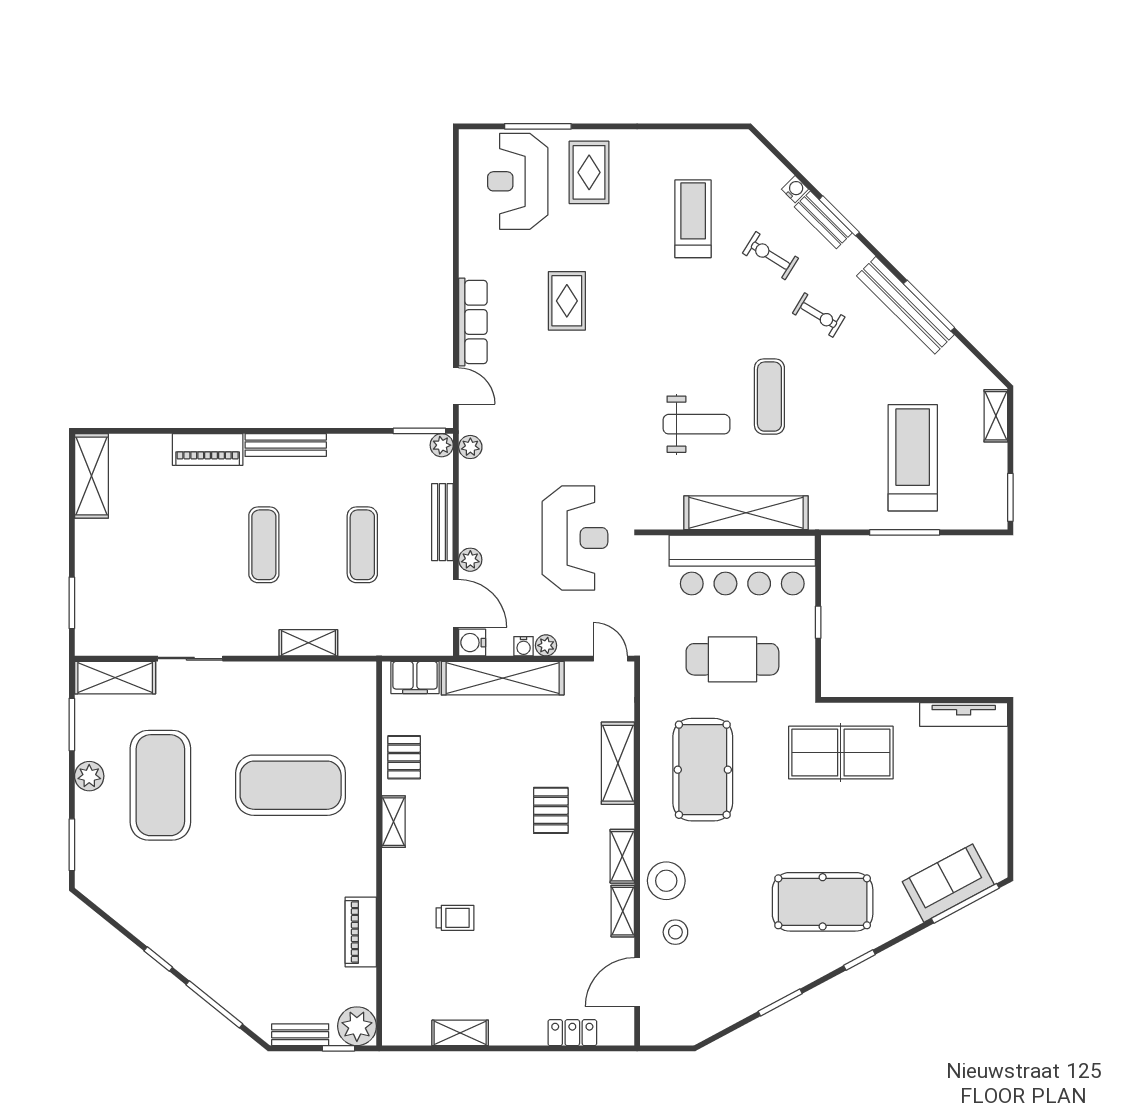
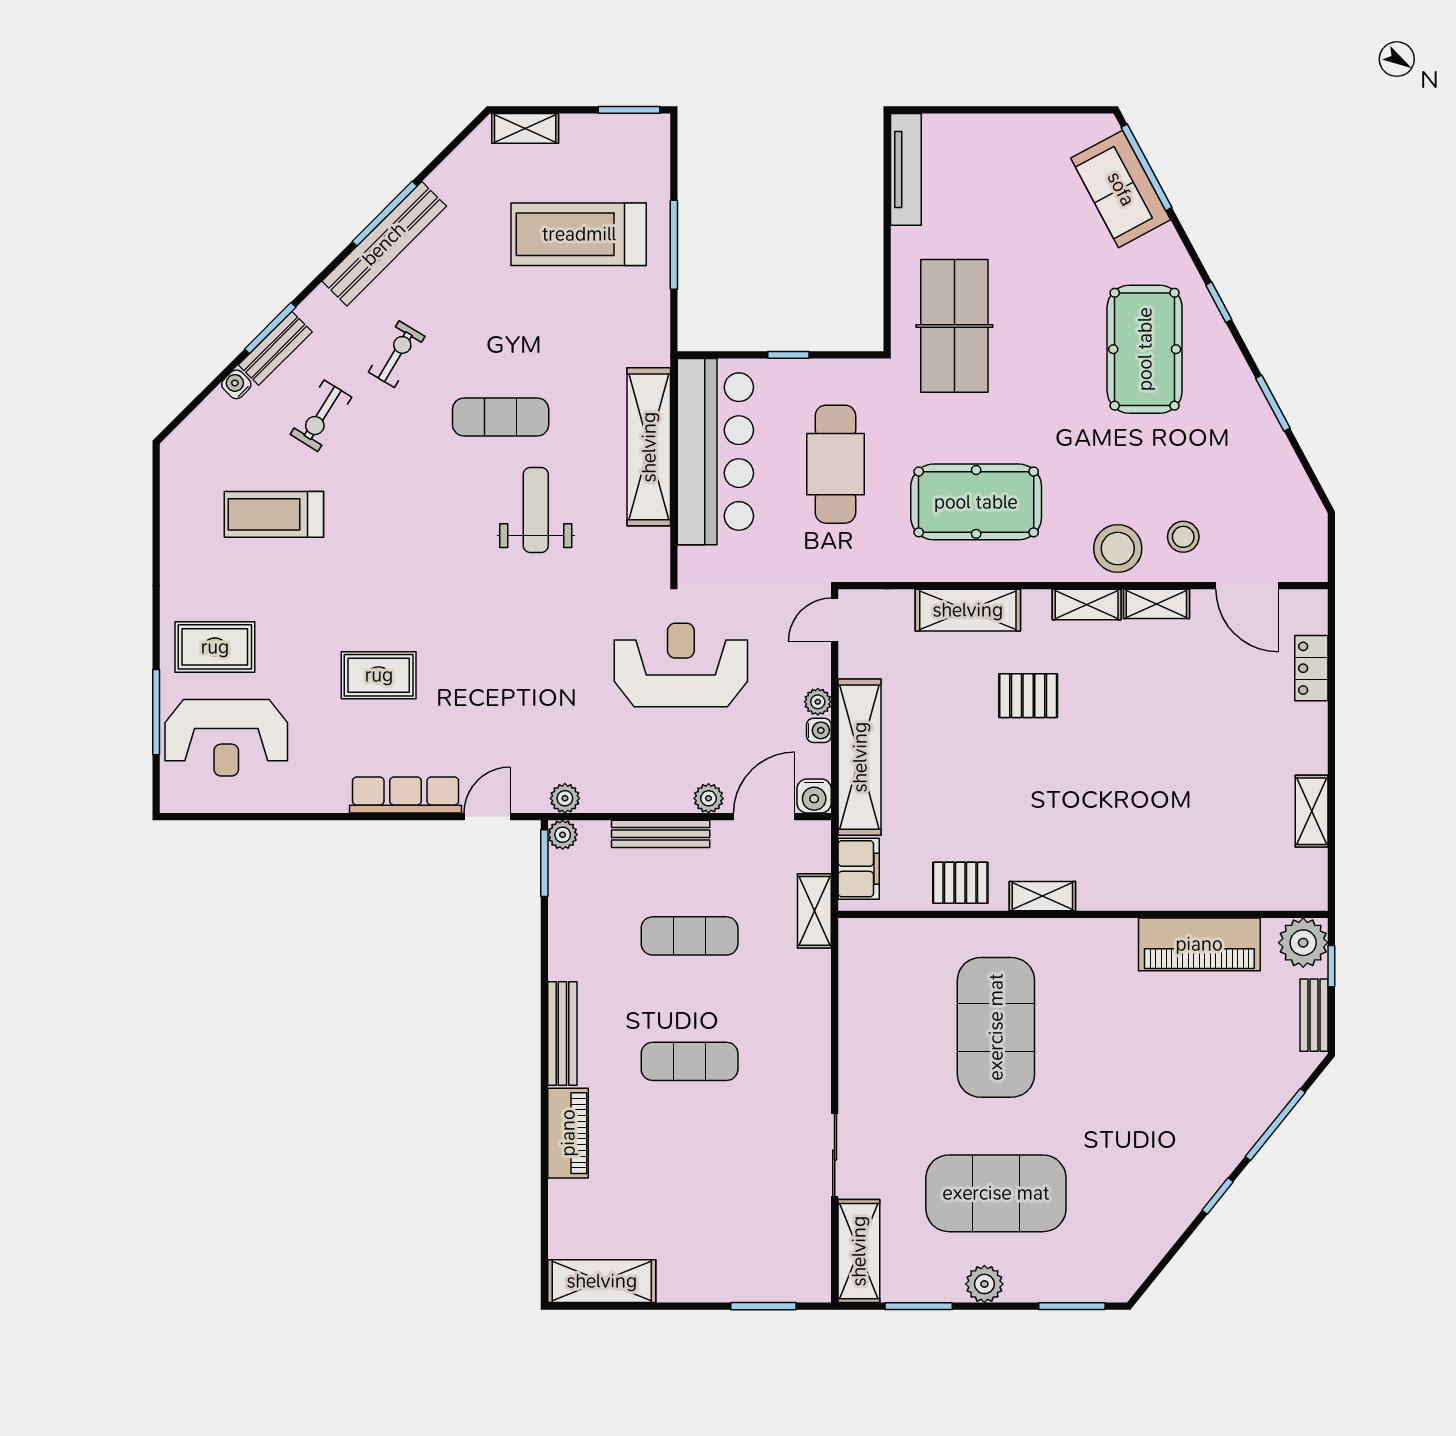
shelving: (308, 643) -> (814, 911), moved
trolley: (455, 918) -> (1165, 818), removed
piano: (361, 932) -> (1199, 944), width x1.37, depth x1.33

